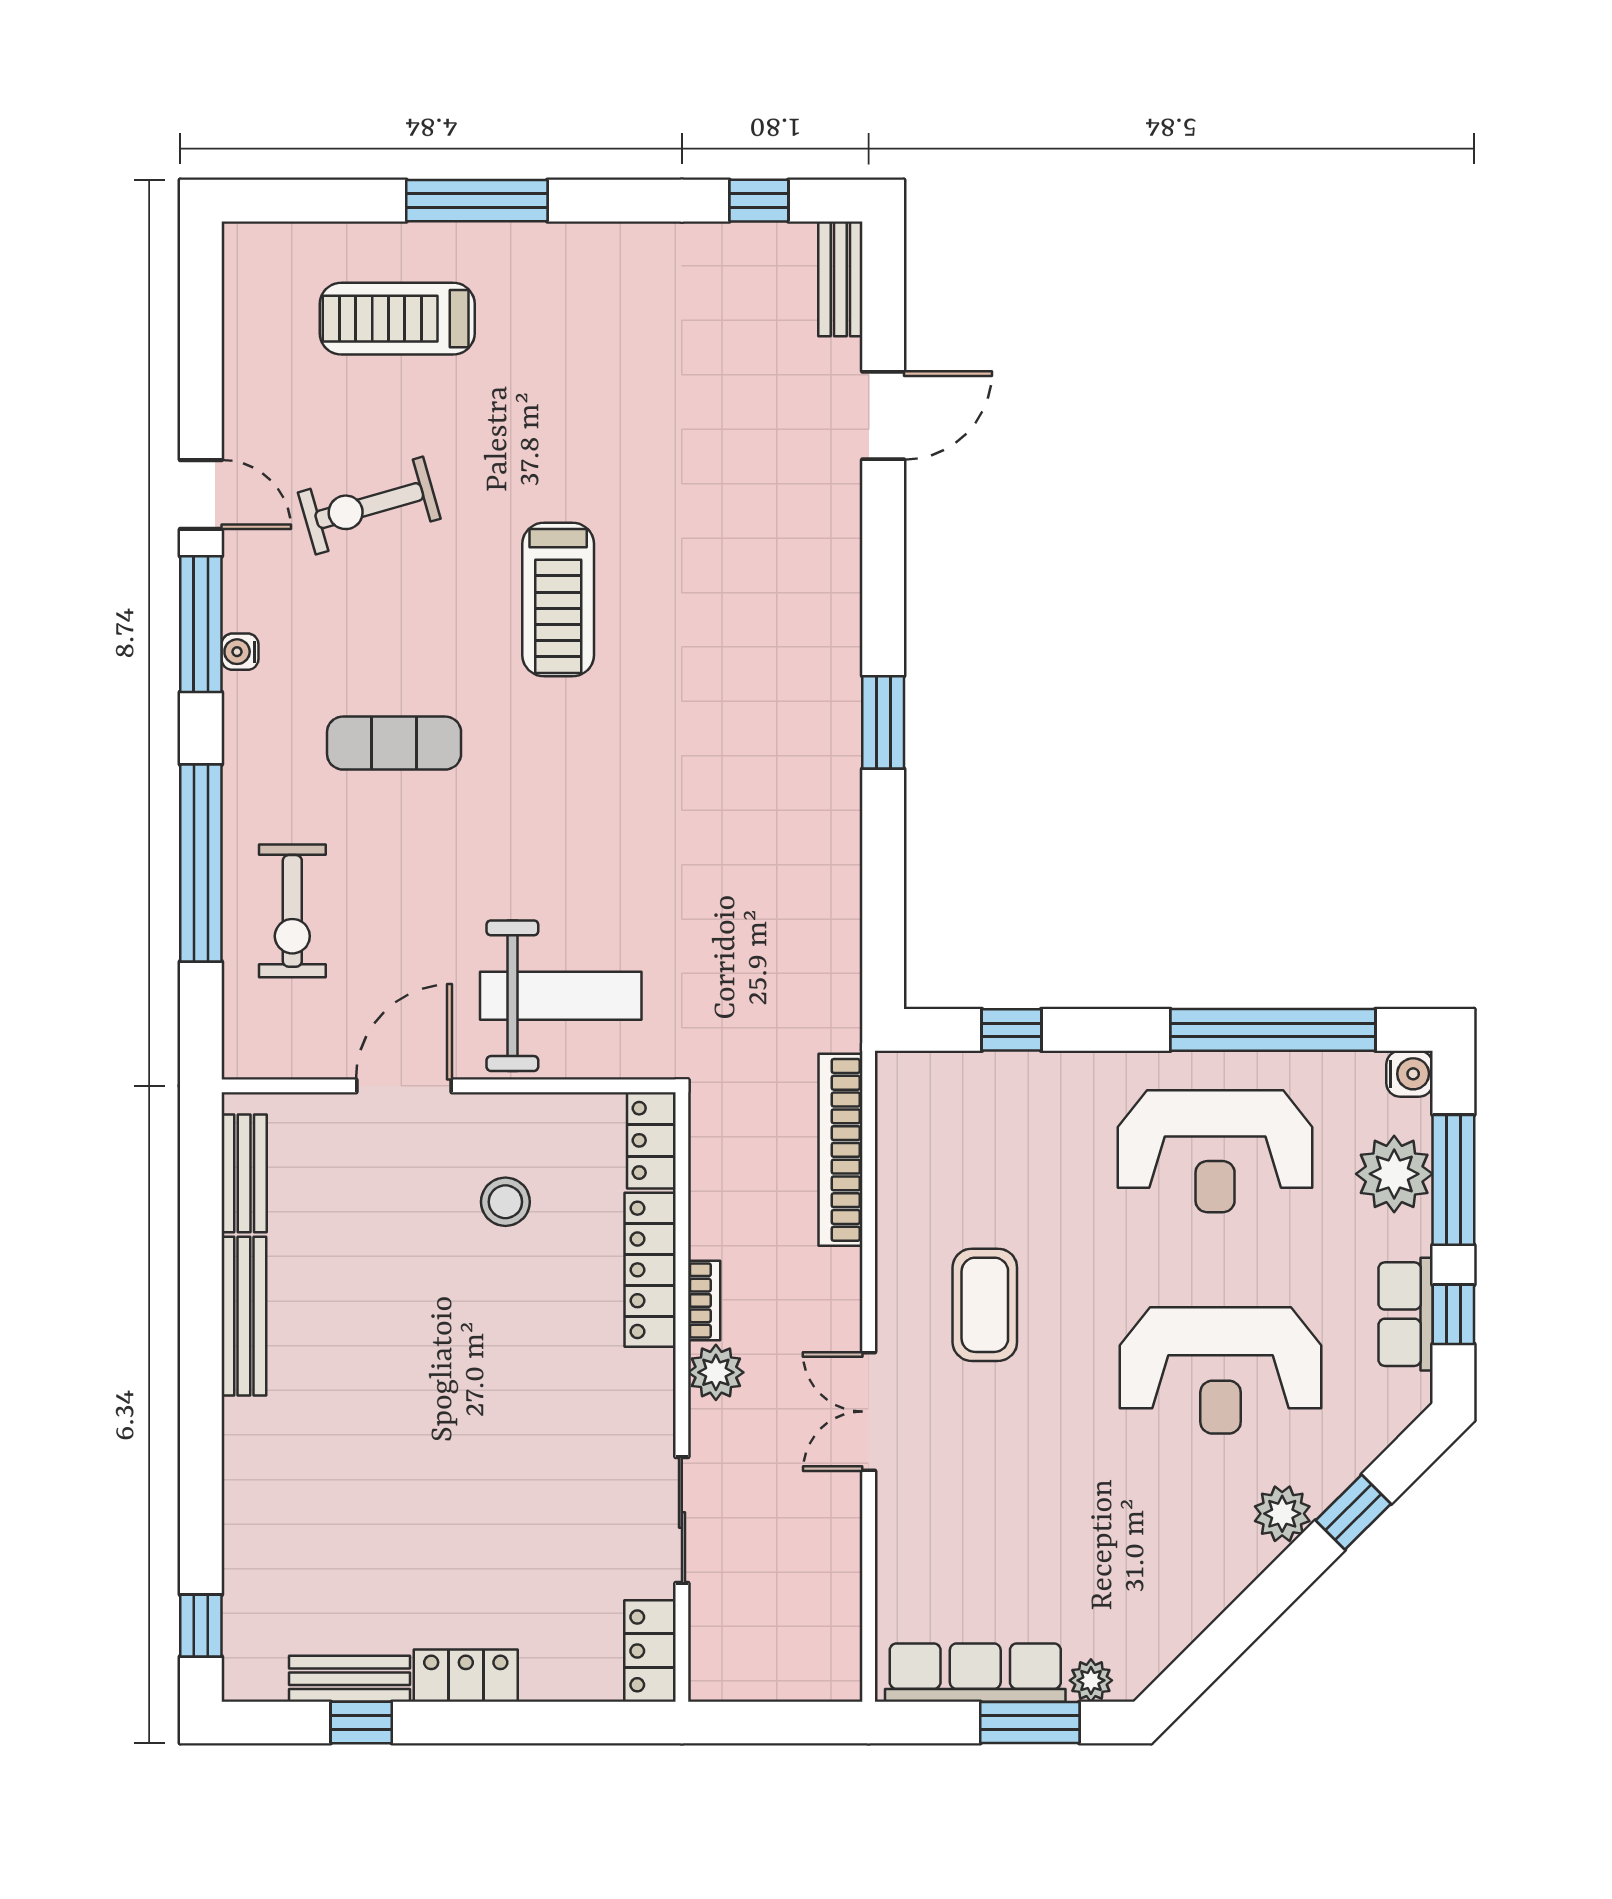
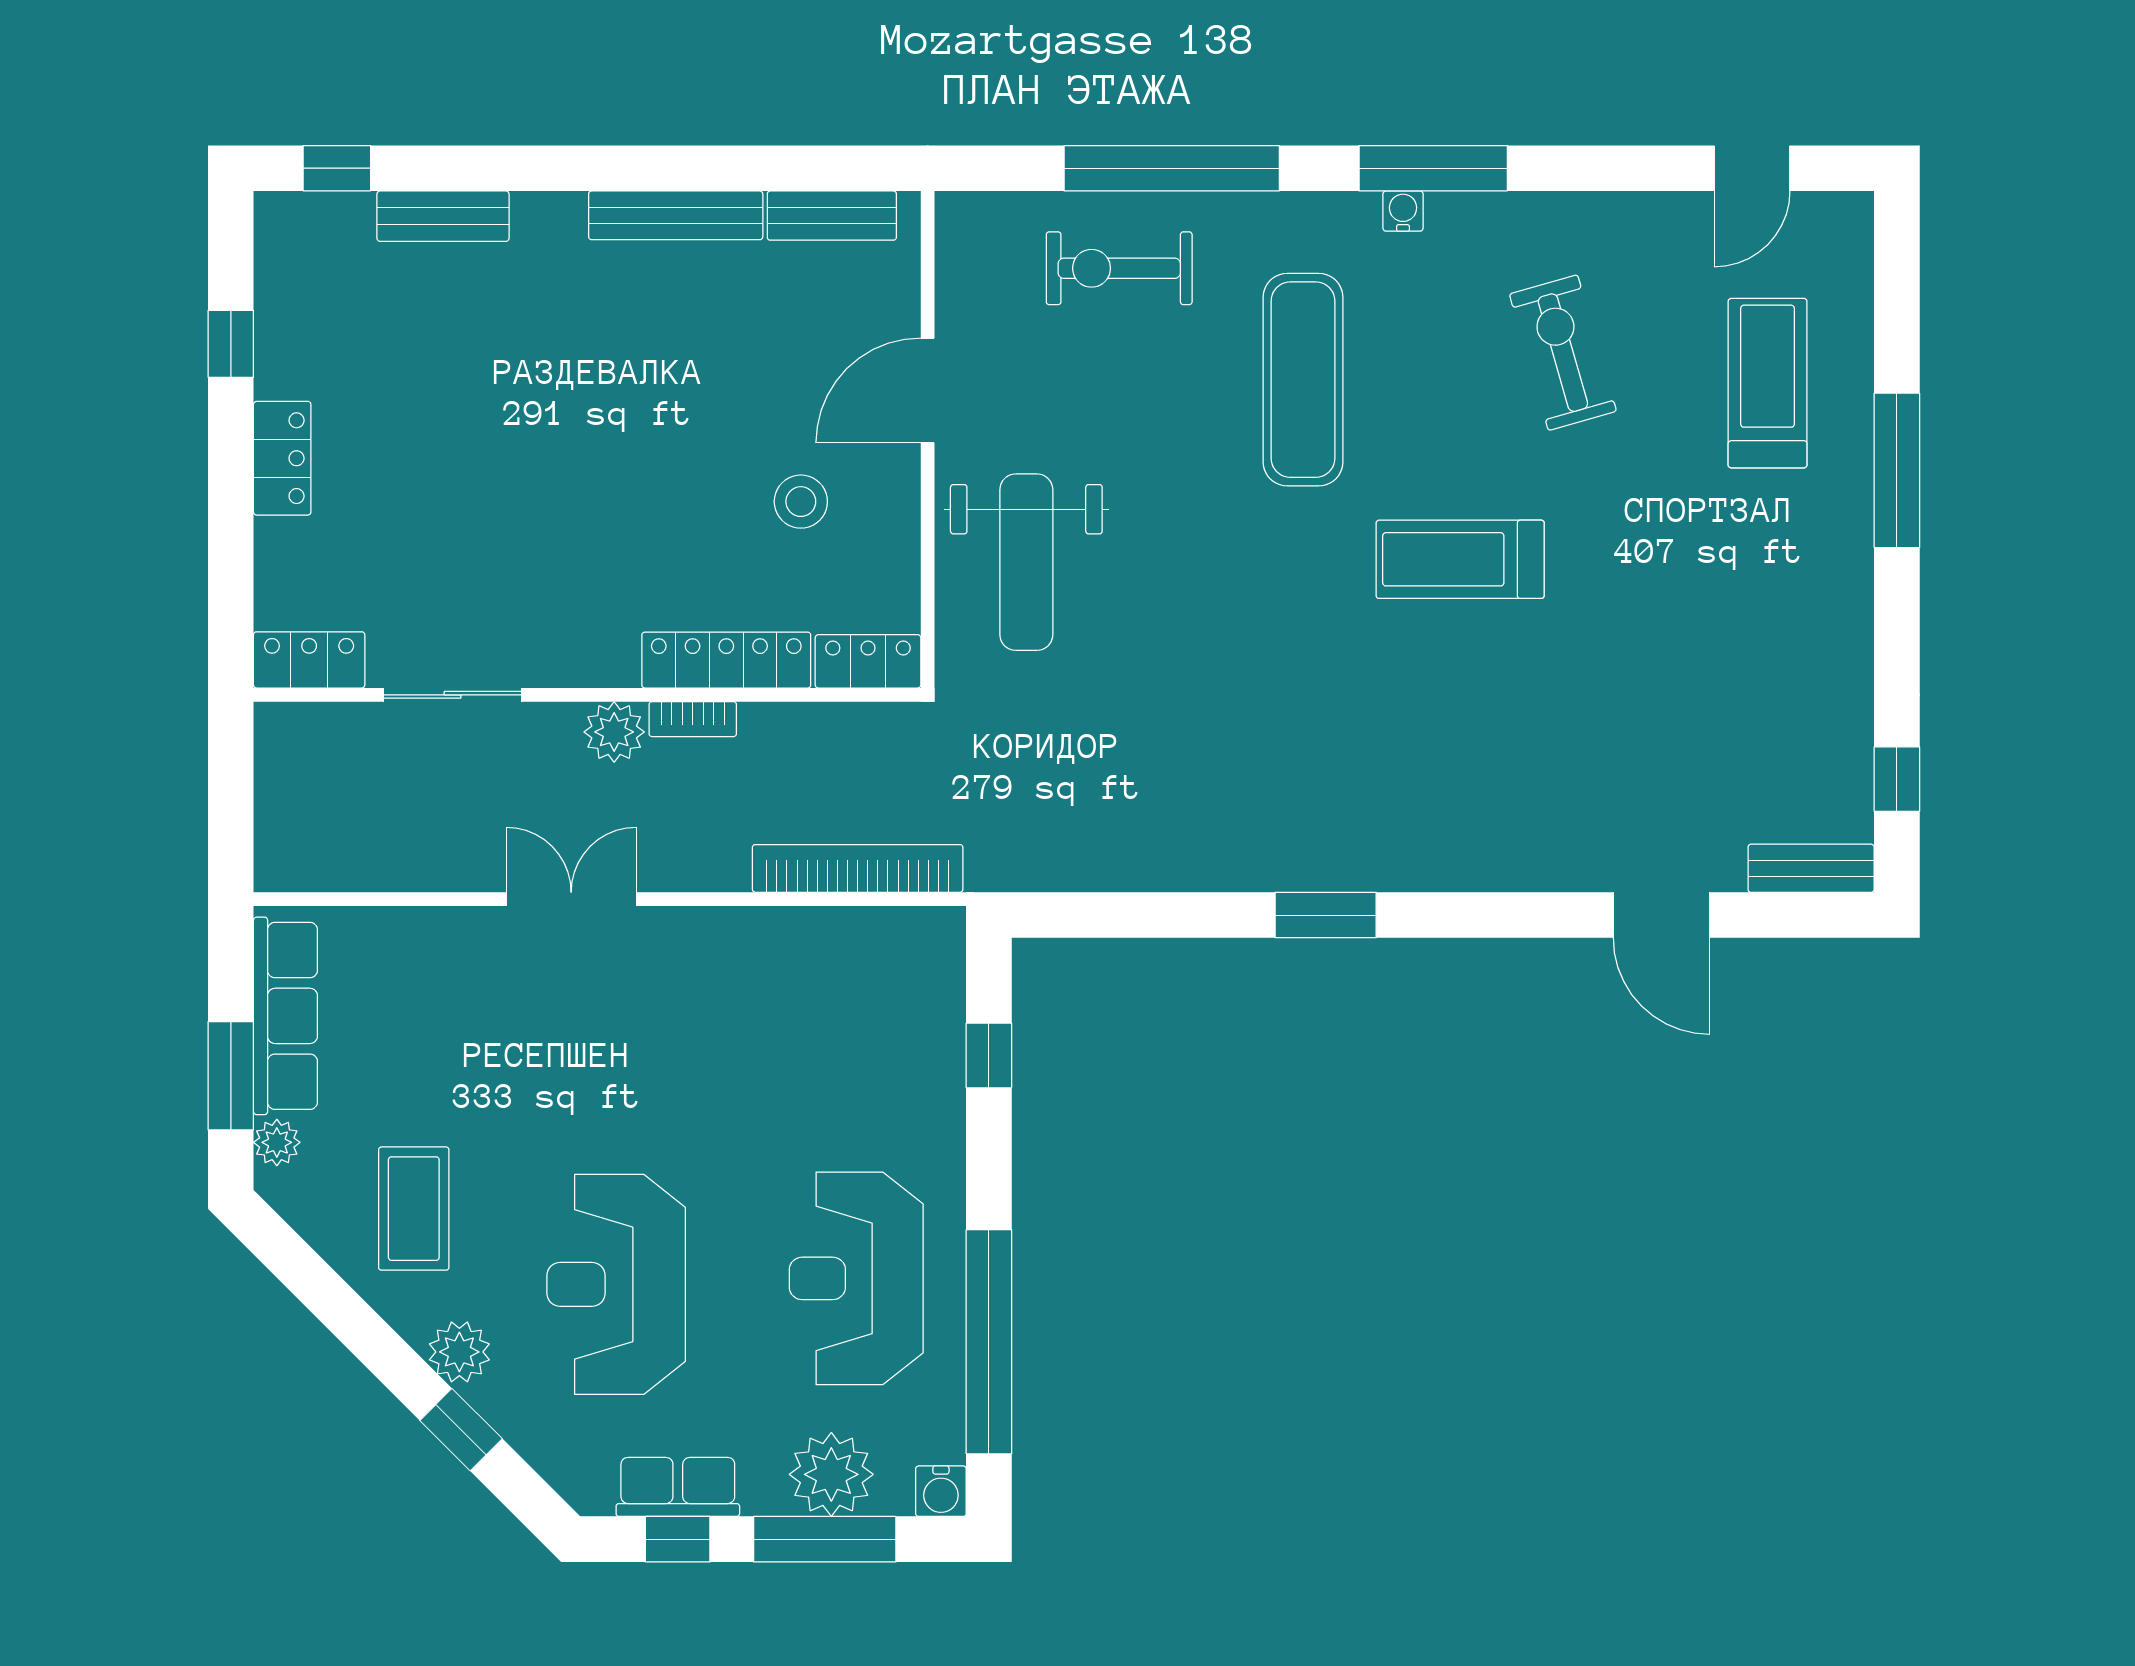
door: (201, 494) -> (1752, 168), moved
exercise mat: (394, 743) -> (1303, 380), width x1.36, depth x1.45
door: (404, 1086) -> (928, 390), swing flipped
coffee table: (985, 1305) -> (414, 1209), moved, turned 90
bench: (349, 1679) -> (443, 216), moved, turned 90

